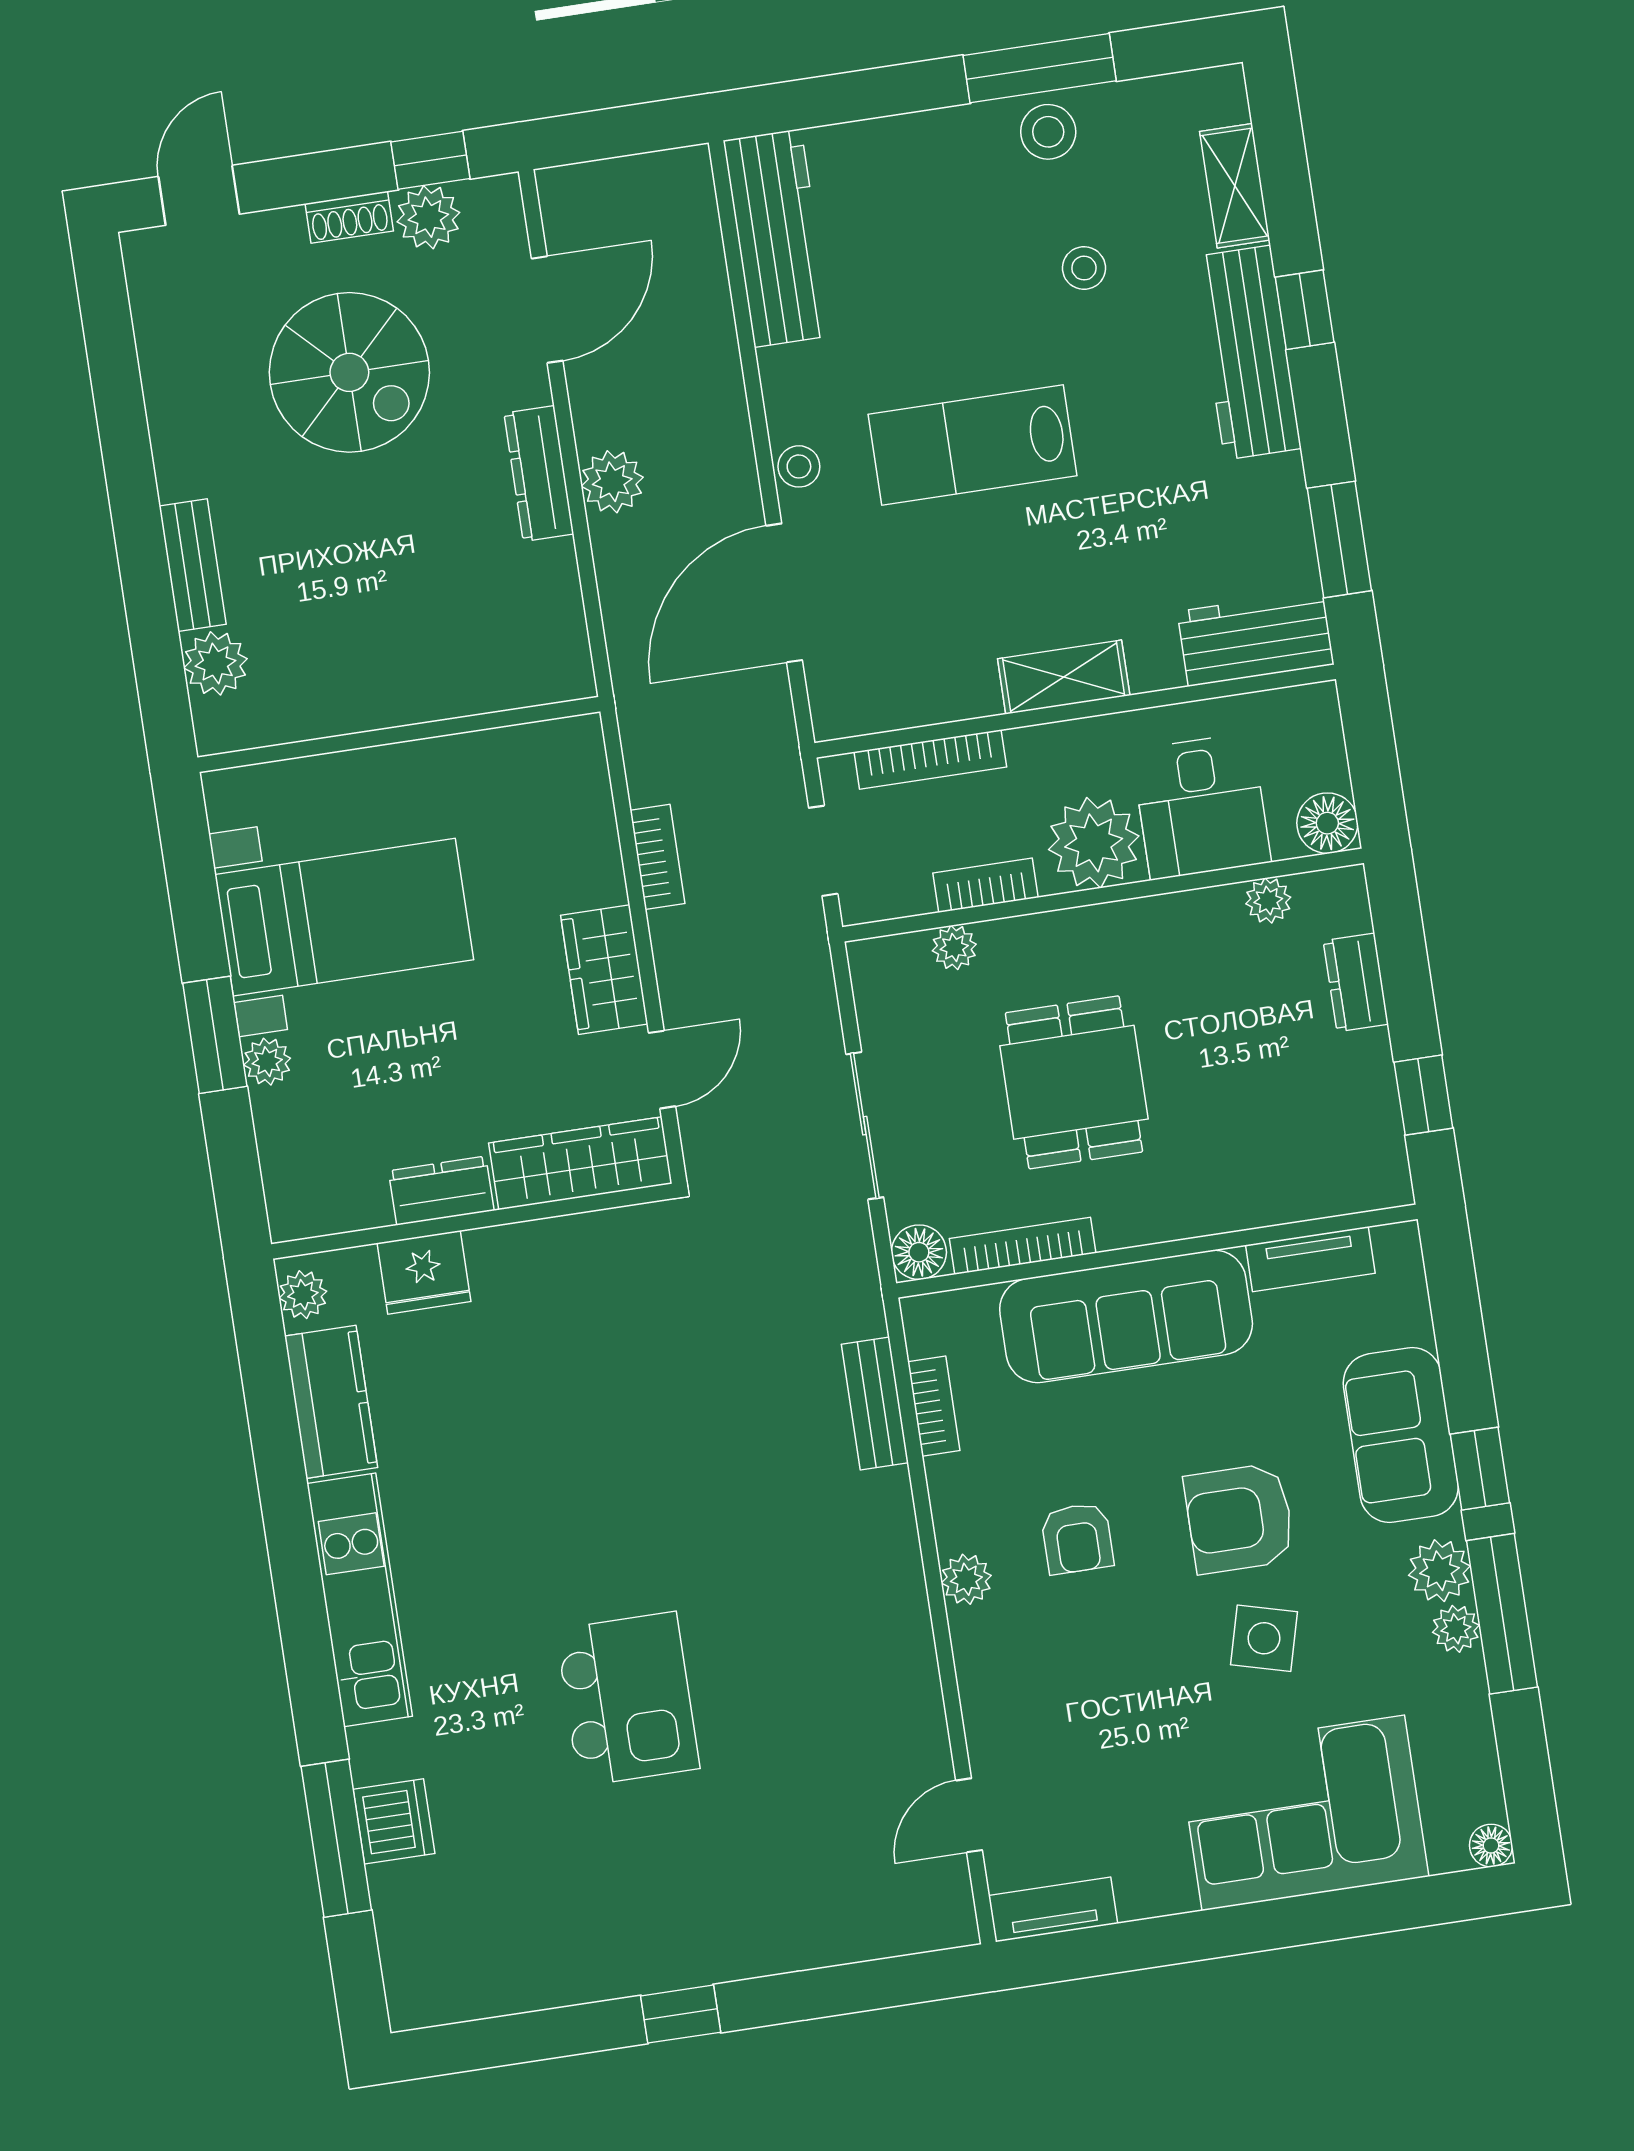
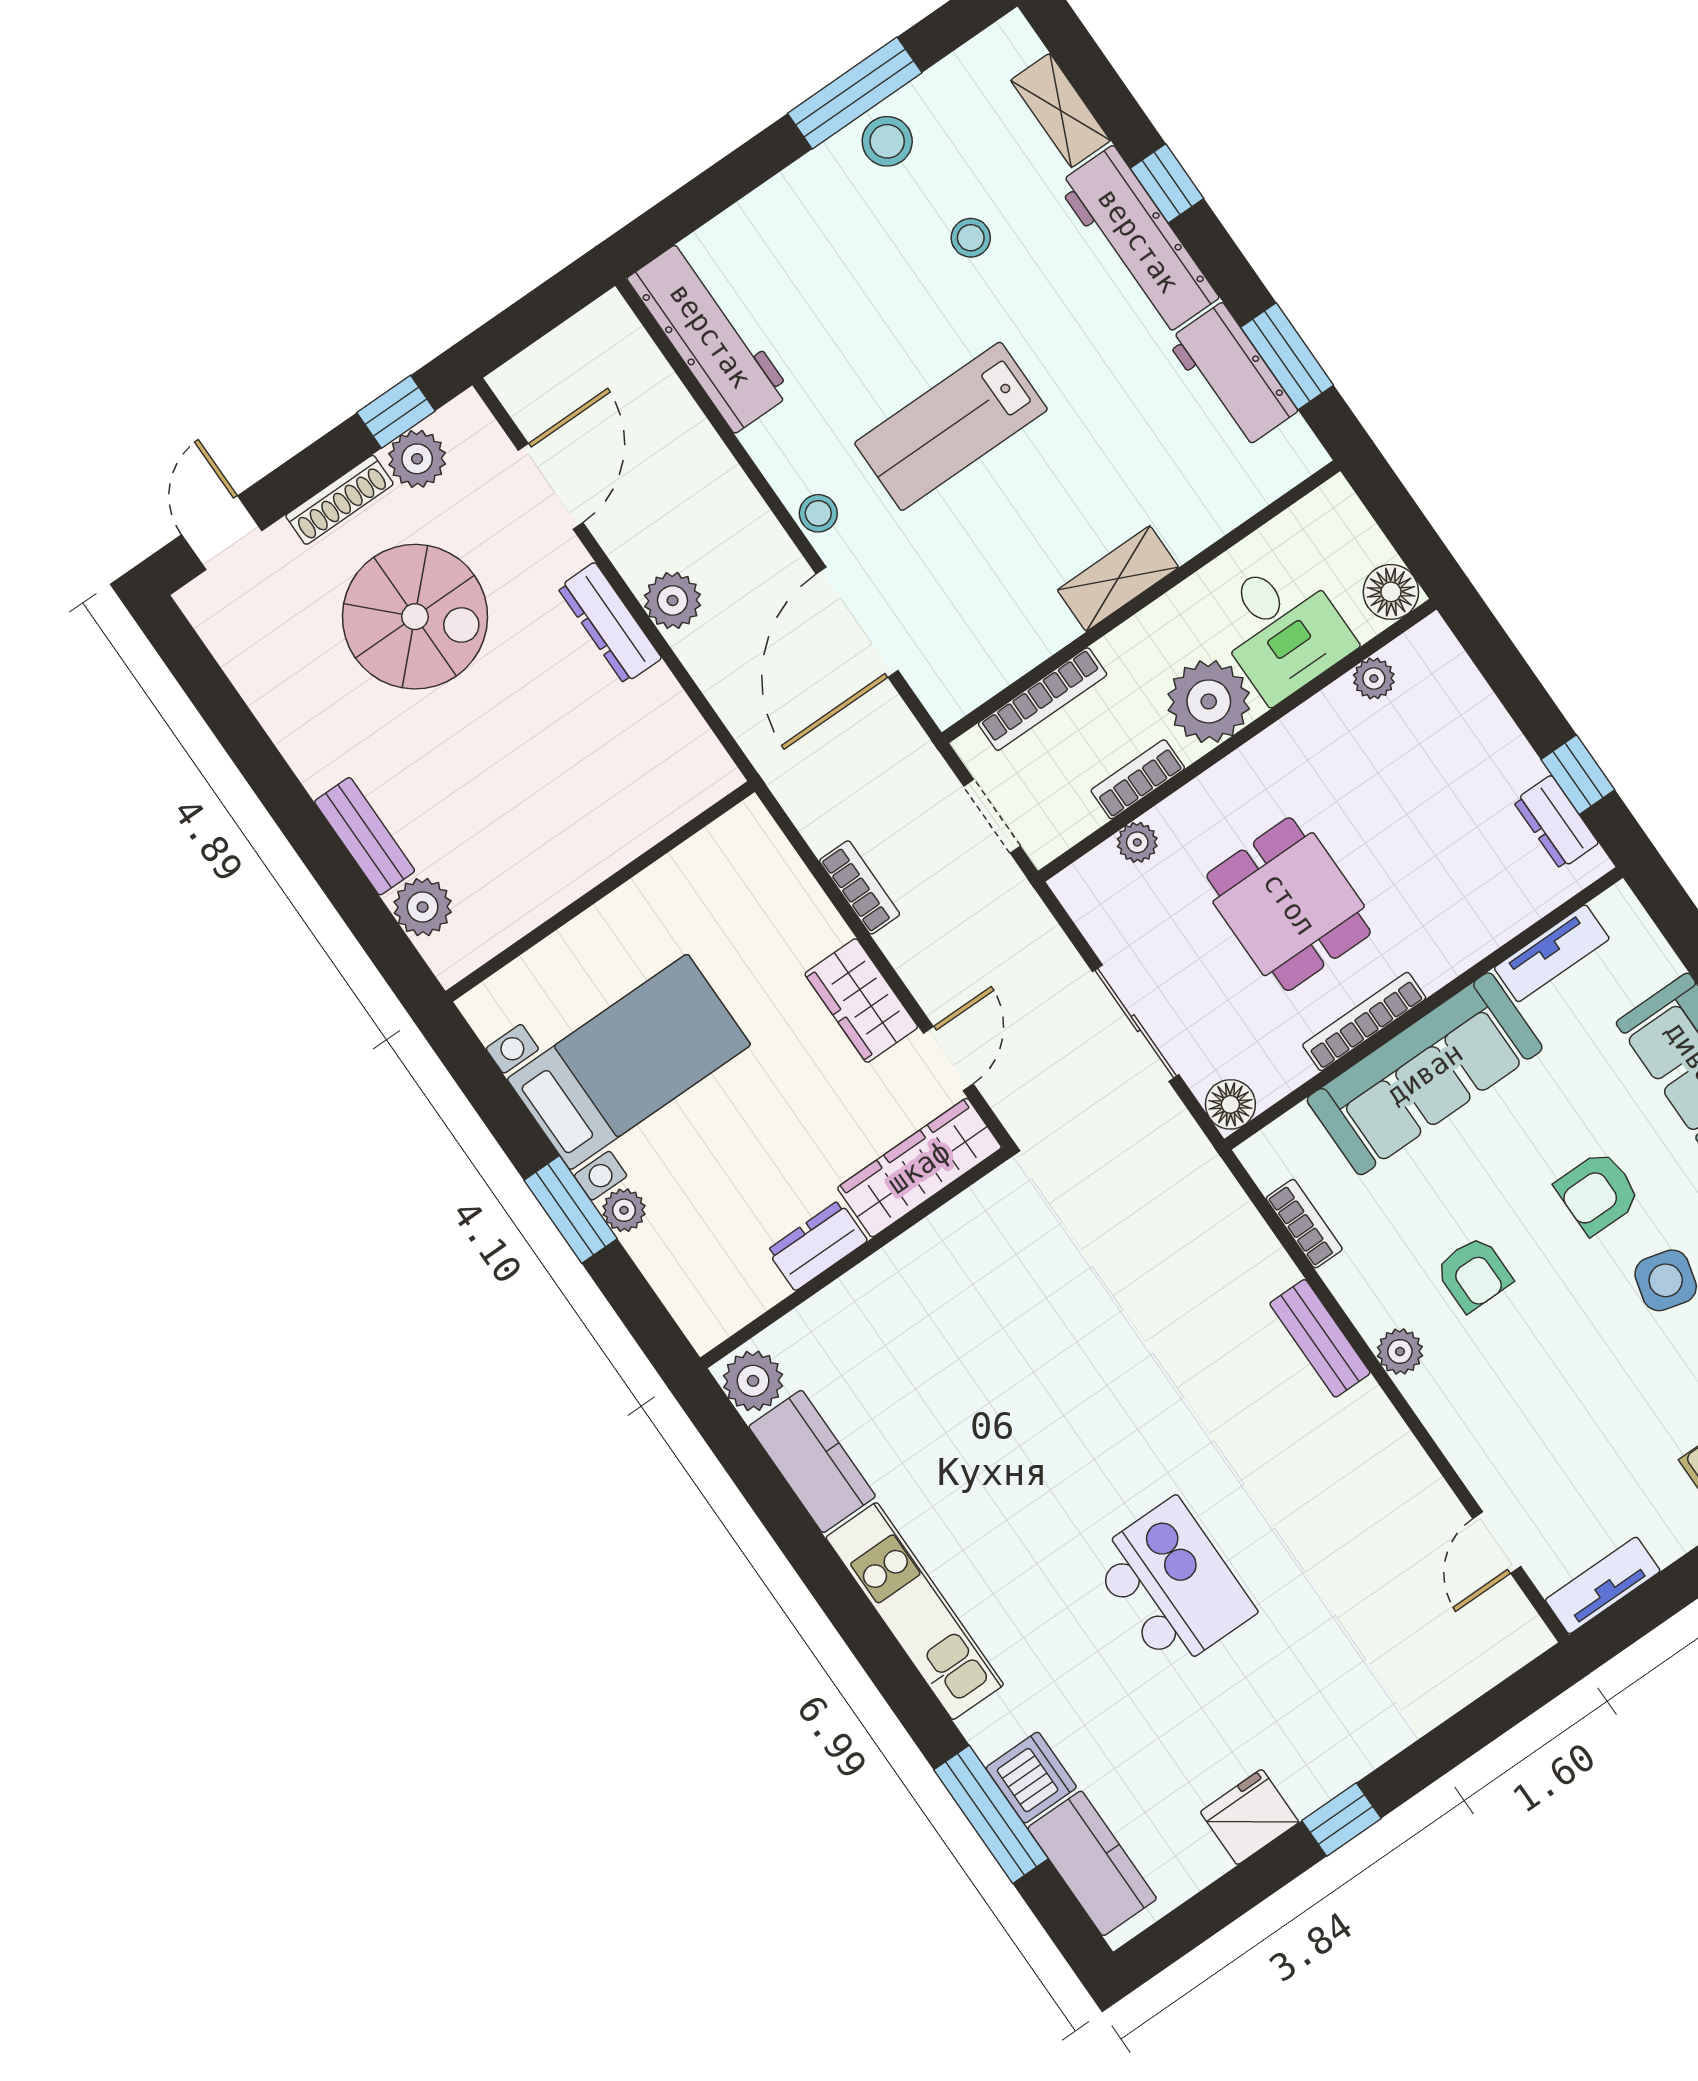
shoe rack: (349, 217) -> (339, 500), width x1.43
workbench: (1256, 638) -> (1232, 376), moved, turned -90
dresser: (1356, 982) -> (1556, 822), moved
bookcase: (1023, 1246) -> (1364, 1022), moved
fridge: (424, 1272) -> (1250, 1817), moved, turned 180
plant: (303, 1295) -> (753, 1381), width x1.38, depth x1.38
bench: (875, 1403) -> (1320, 1338), moved
armchair: (1239, 1518) -> (1598, 1193), width x0.72, depth x0.72
kitchen counter: (412, 1936) -> (1092, 1863), added

